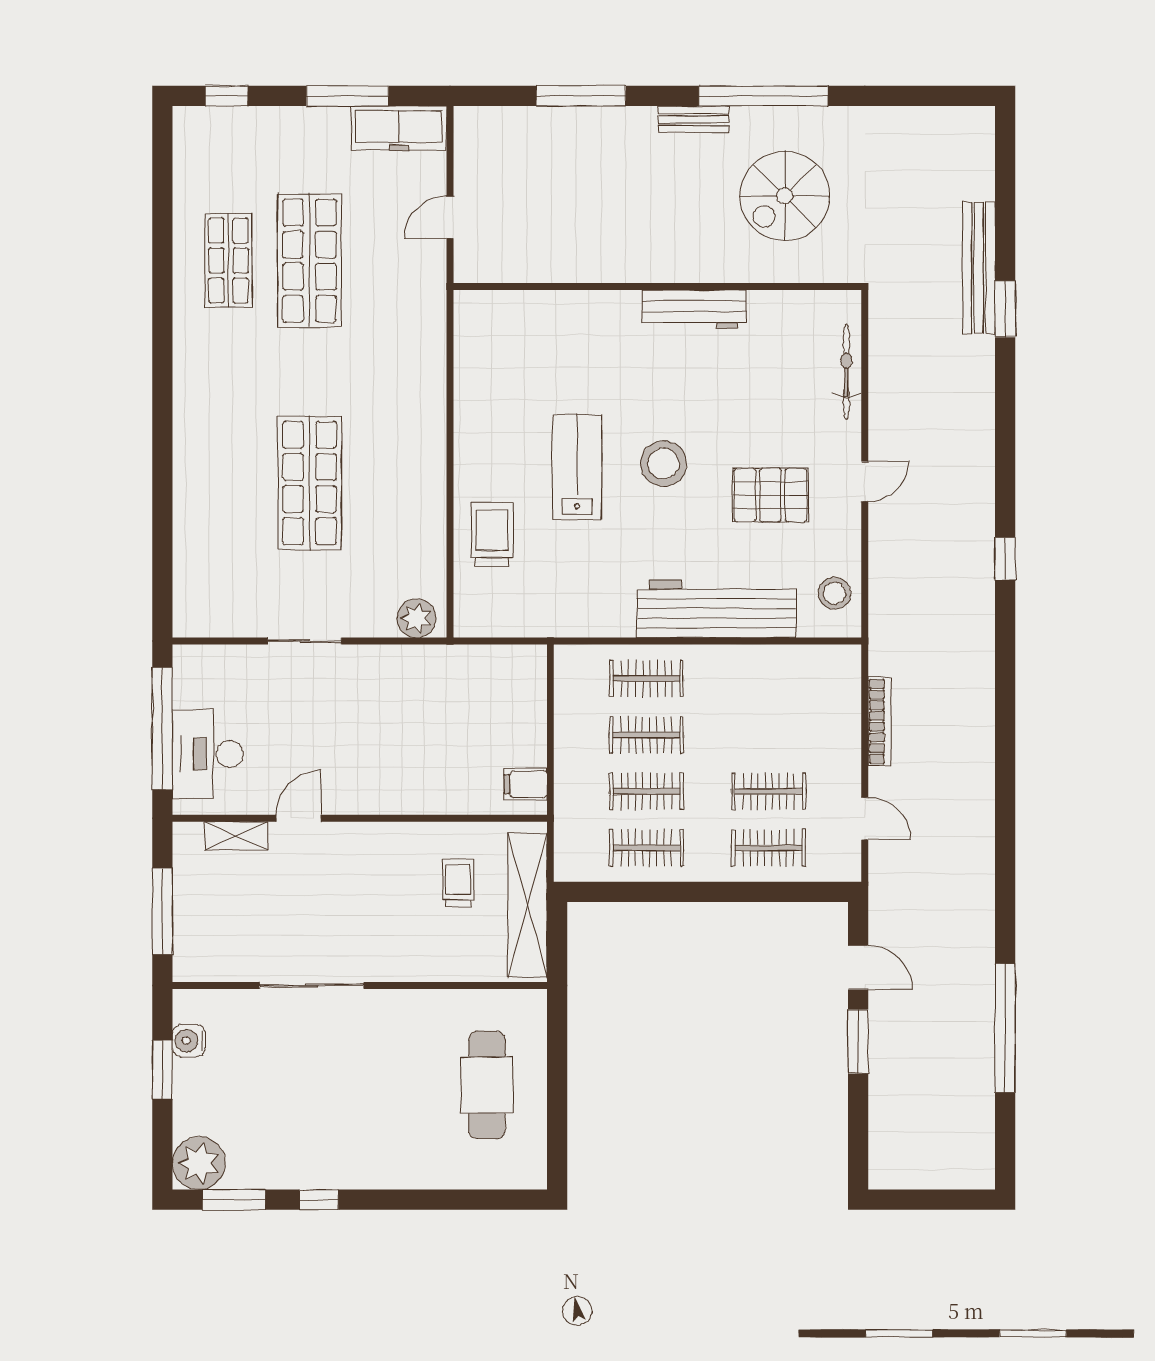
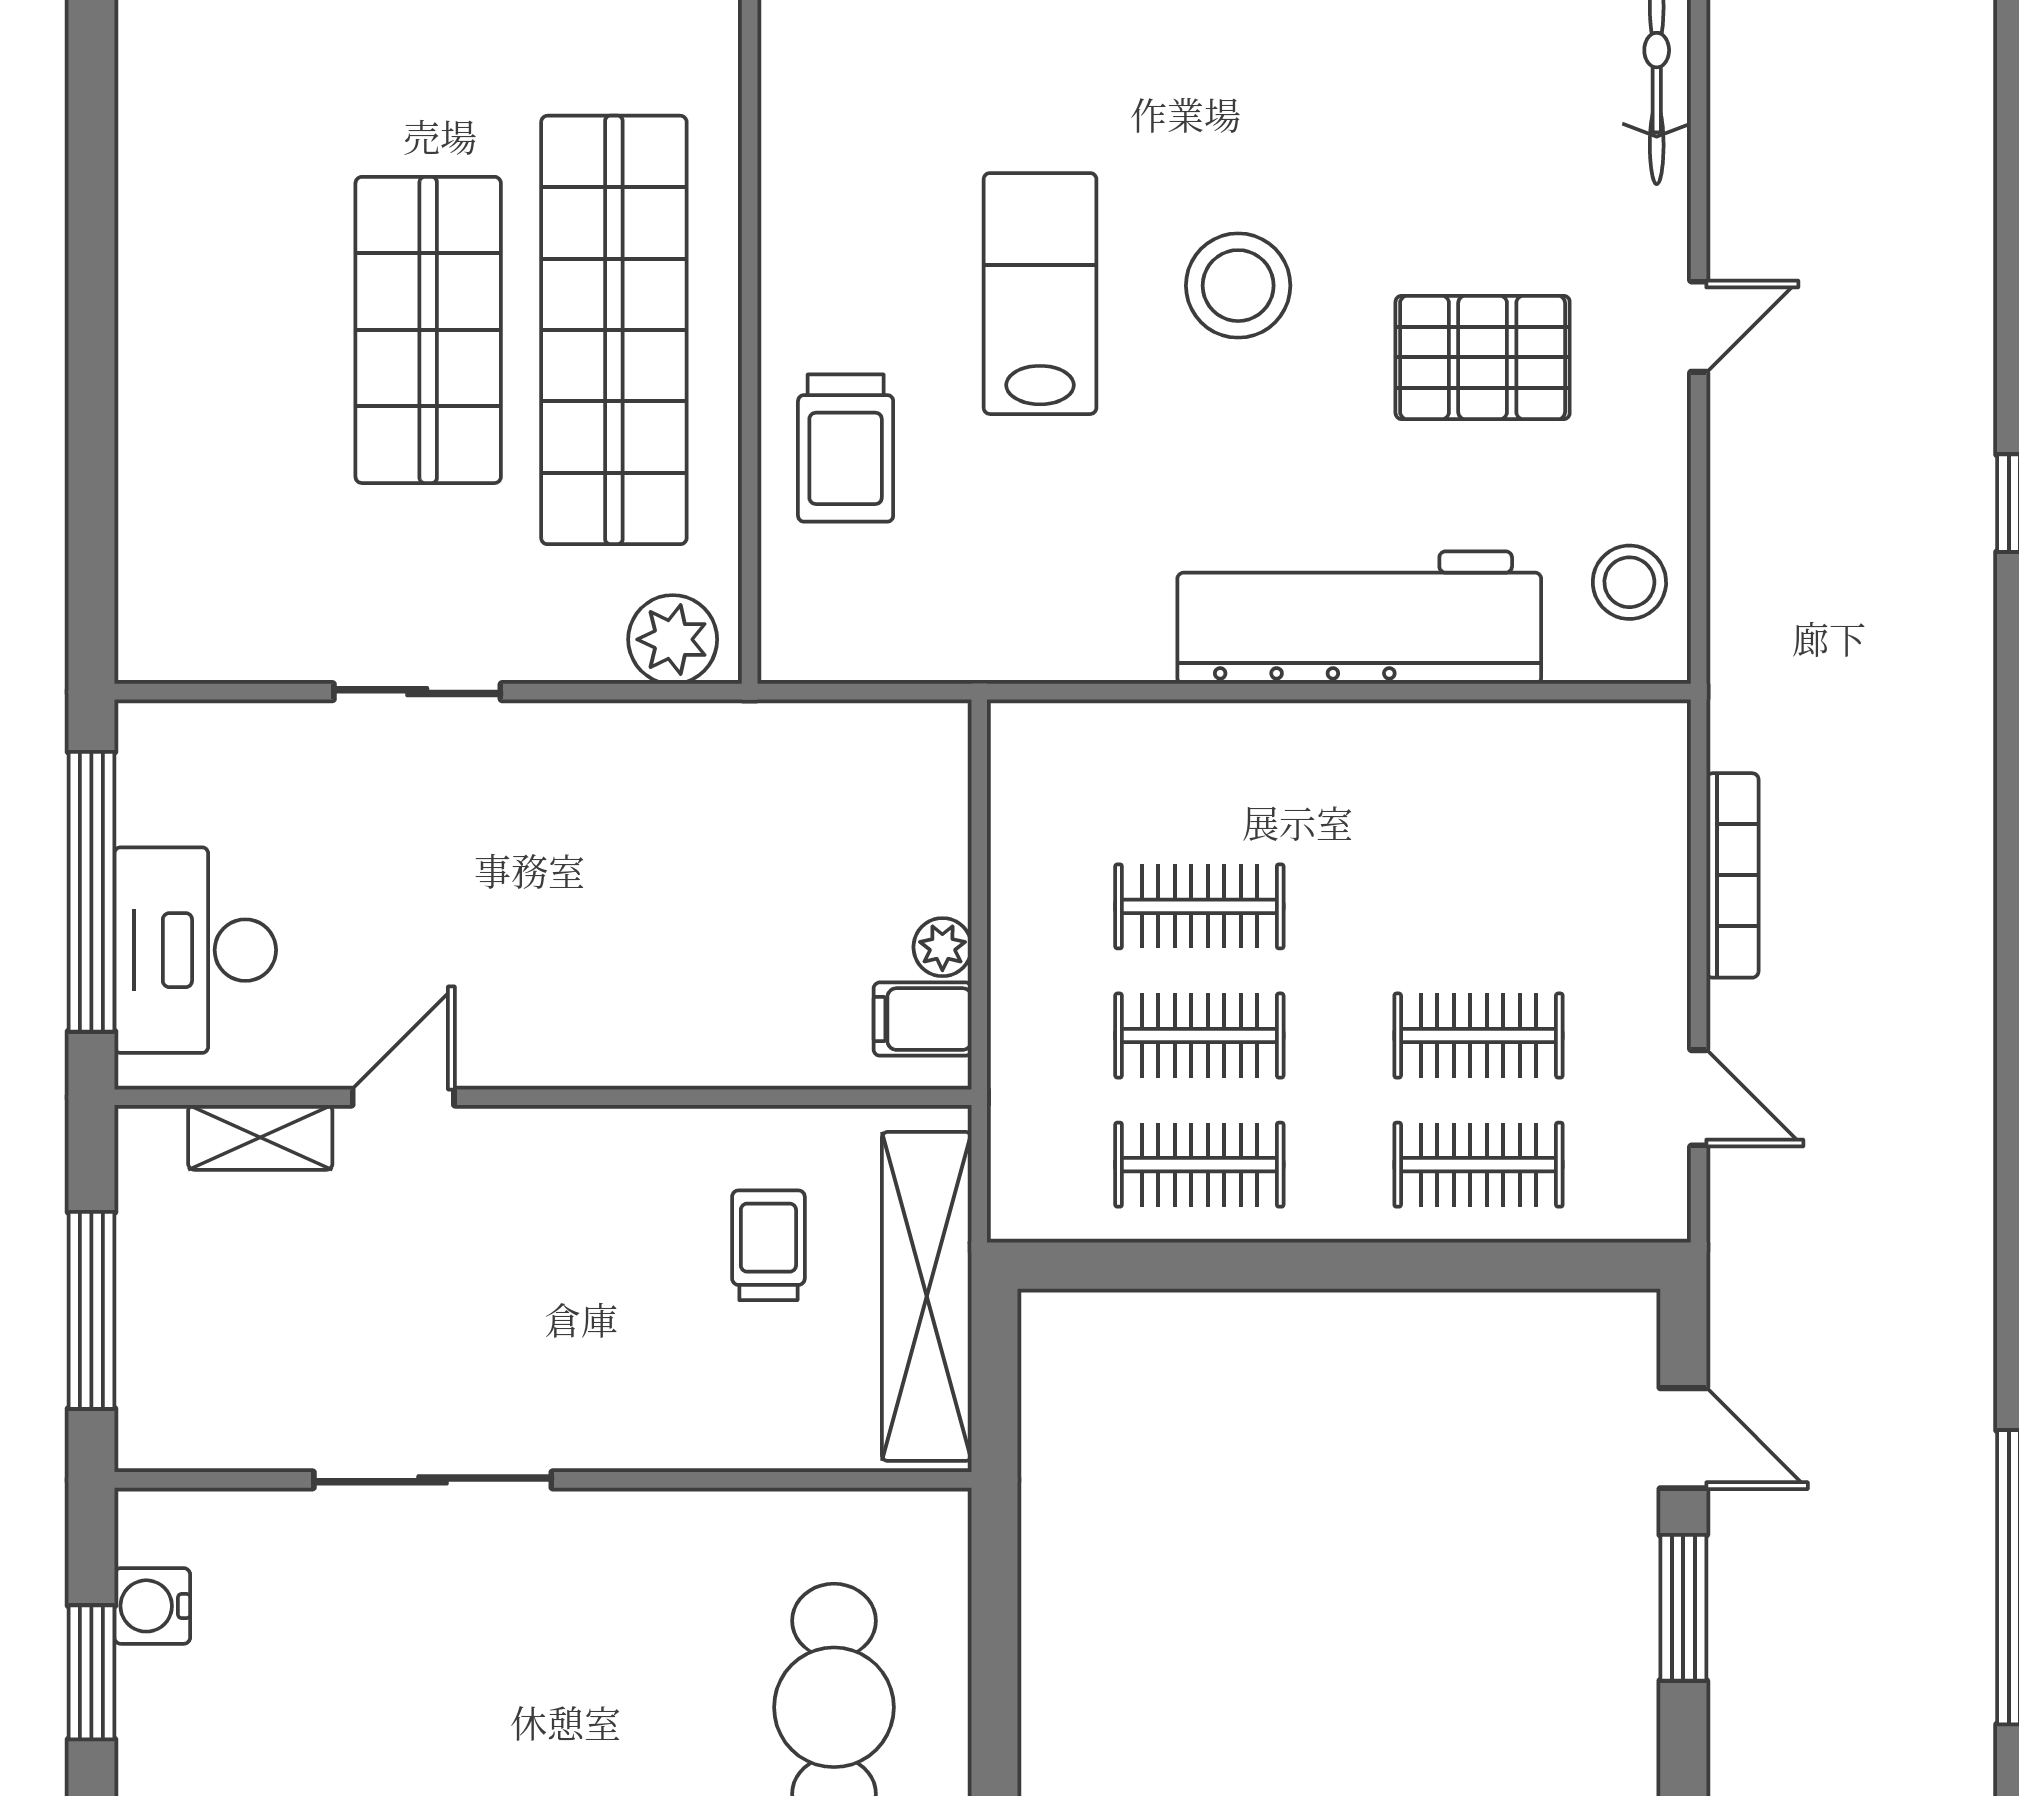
shop shelf: (391, 483) -> (614, 330), added
trolley: (492, 535) -> (846, 448), turned 180
clothes rail: (647, 678) -> (1199, 777), removed
plant: (534, 753) -> (942, 947), added

